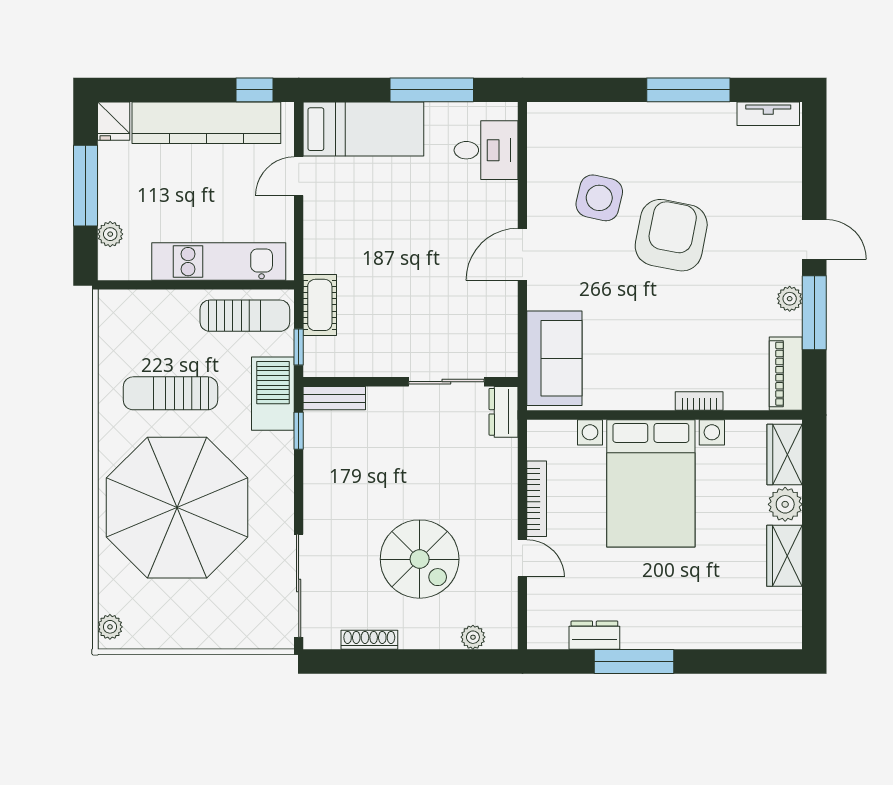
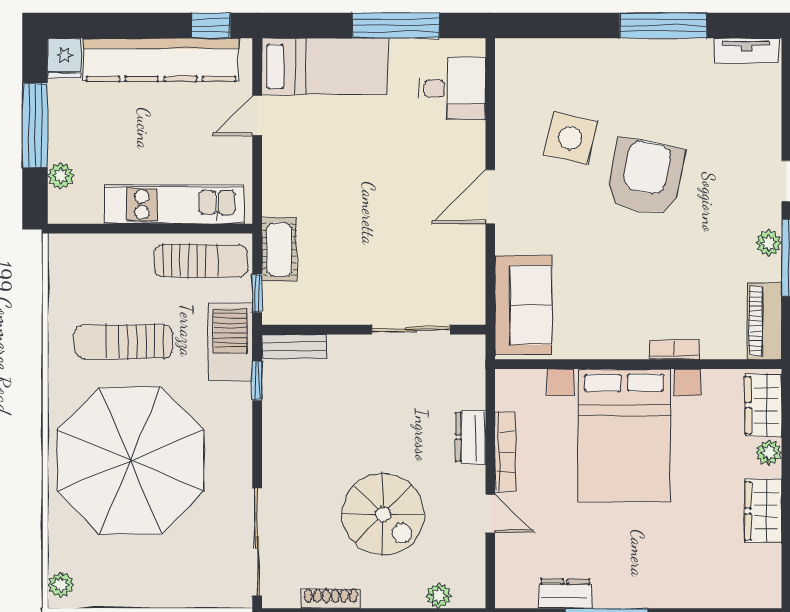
dresser: (504, 412) -> (471, 437), moved
plant: (785, 504) -> (769, 452), width x0.73, depth x0.73

